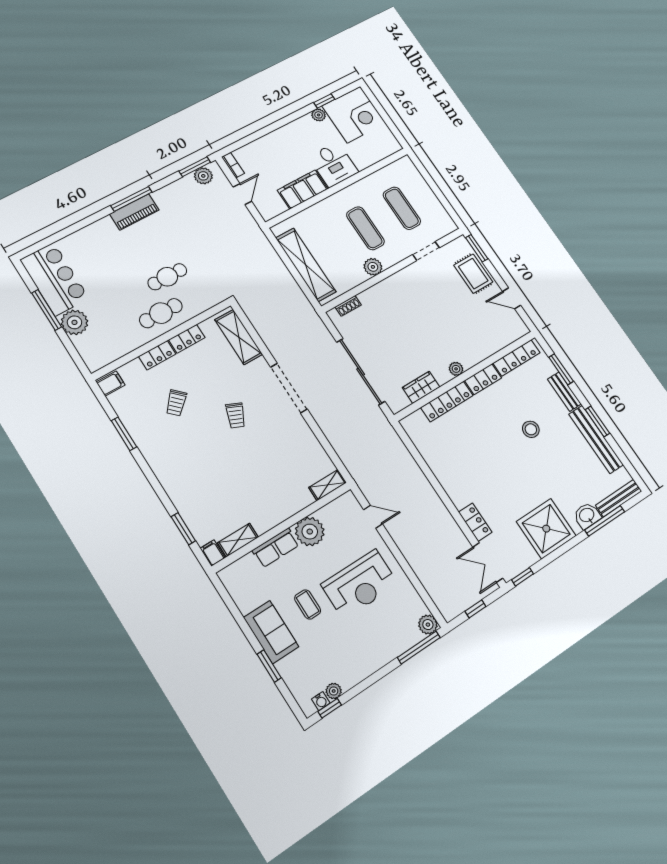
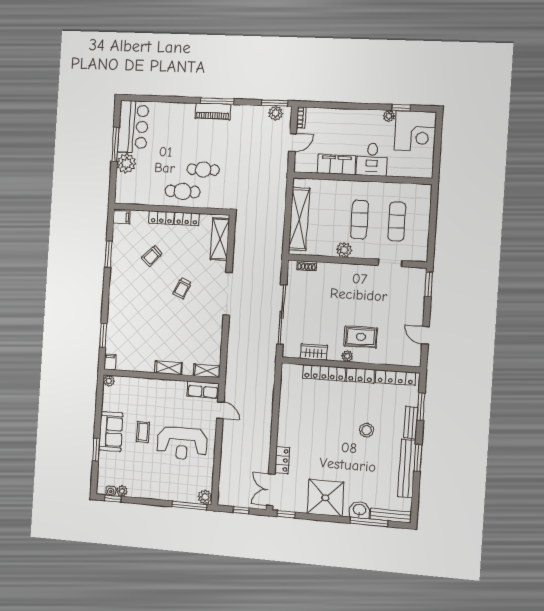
rug: (473, 274) -> (361, 337), moved, turned 90
plant: (310, 532) -> (109, 381), moved, width x0.53, depth x0.53
shelving: (238, 540) -> (169, 368), moved
row of seats: (276, 548) -> (203, 390), moved

